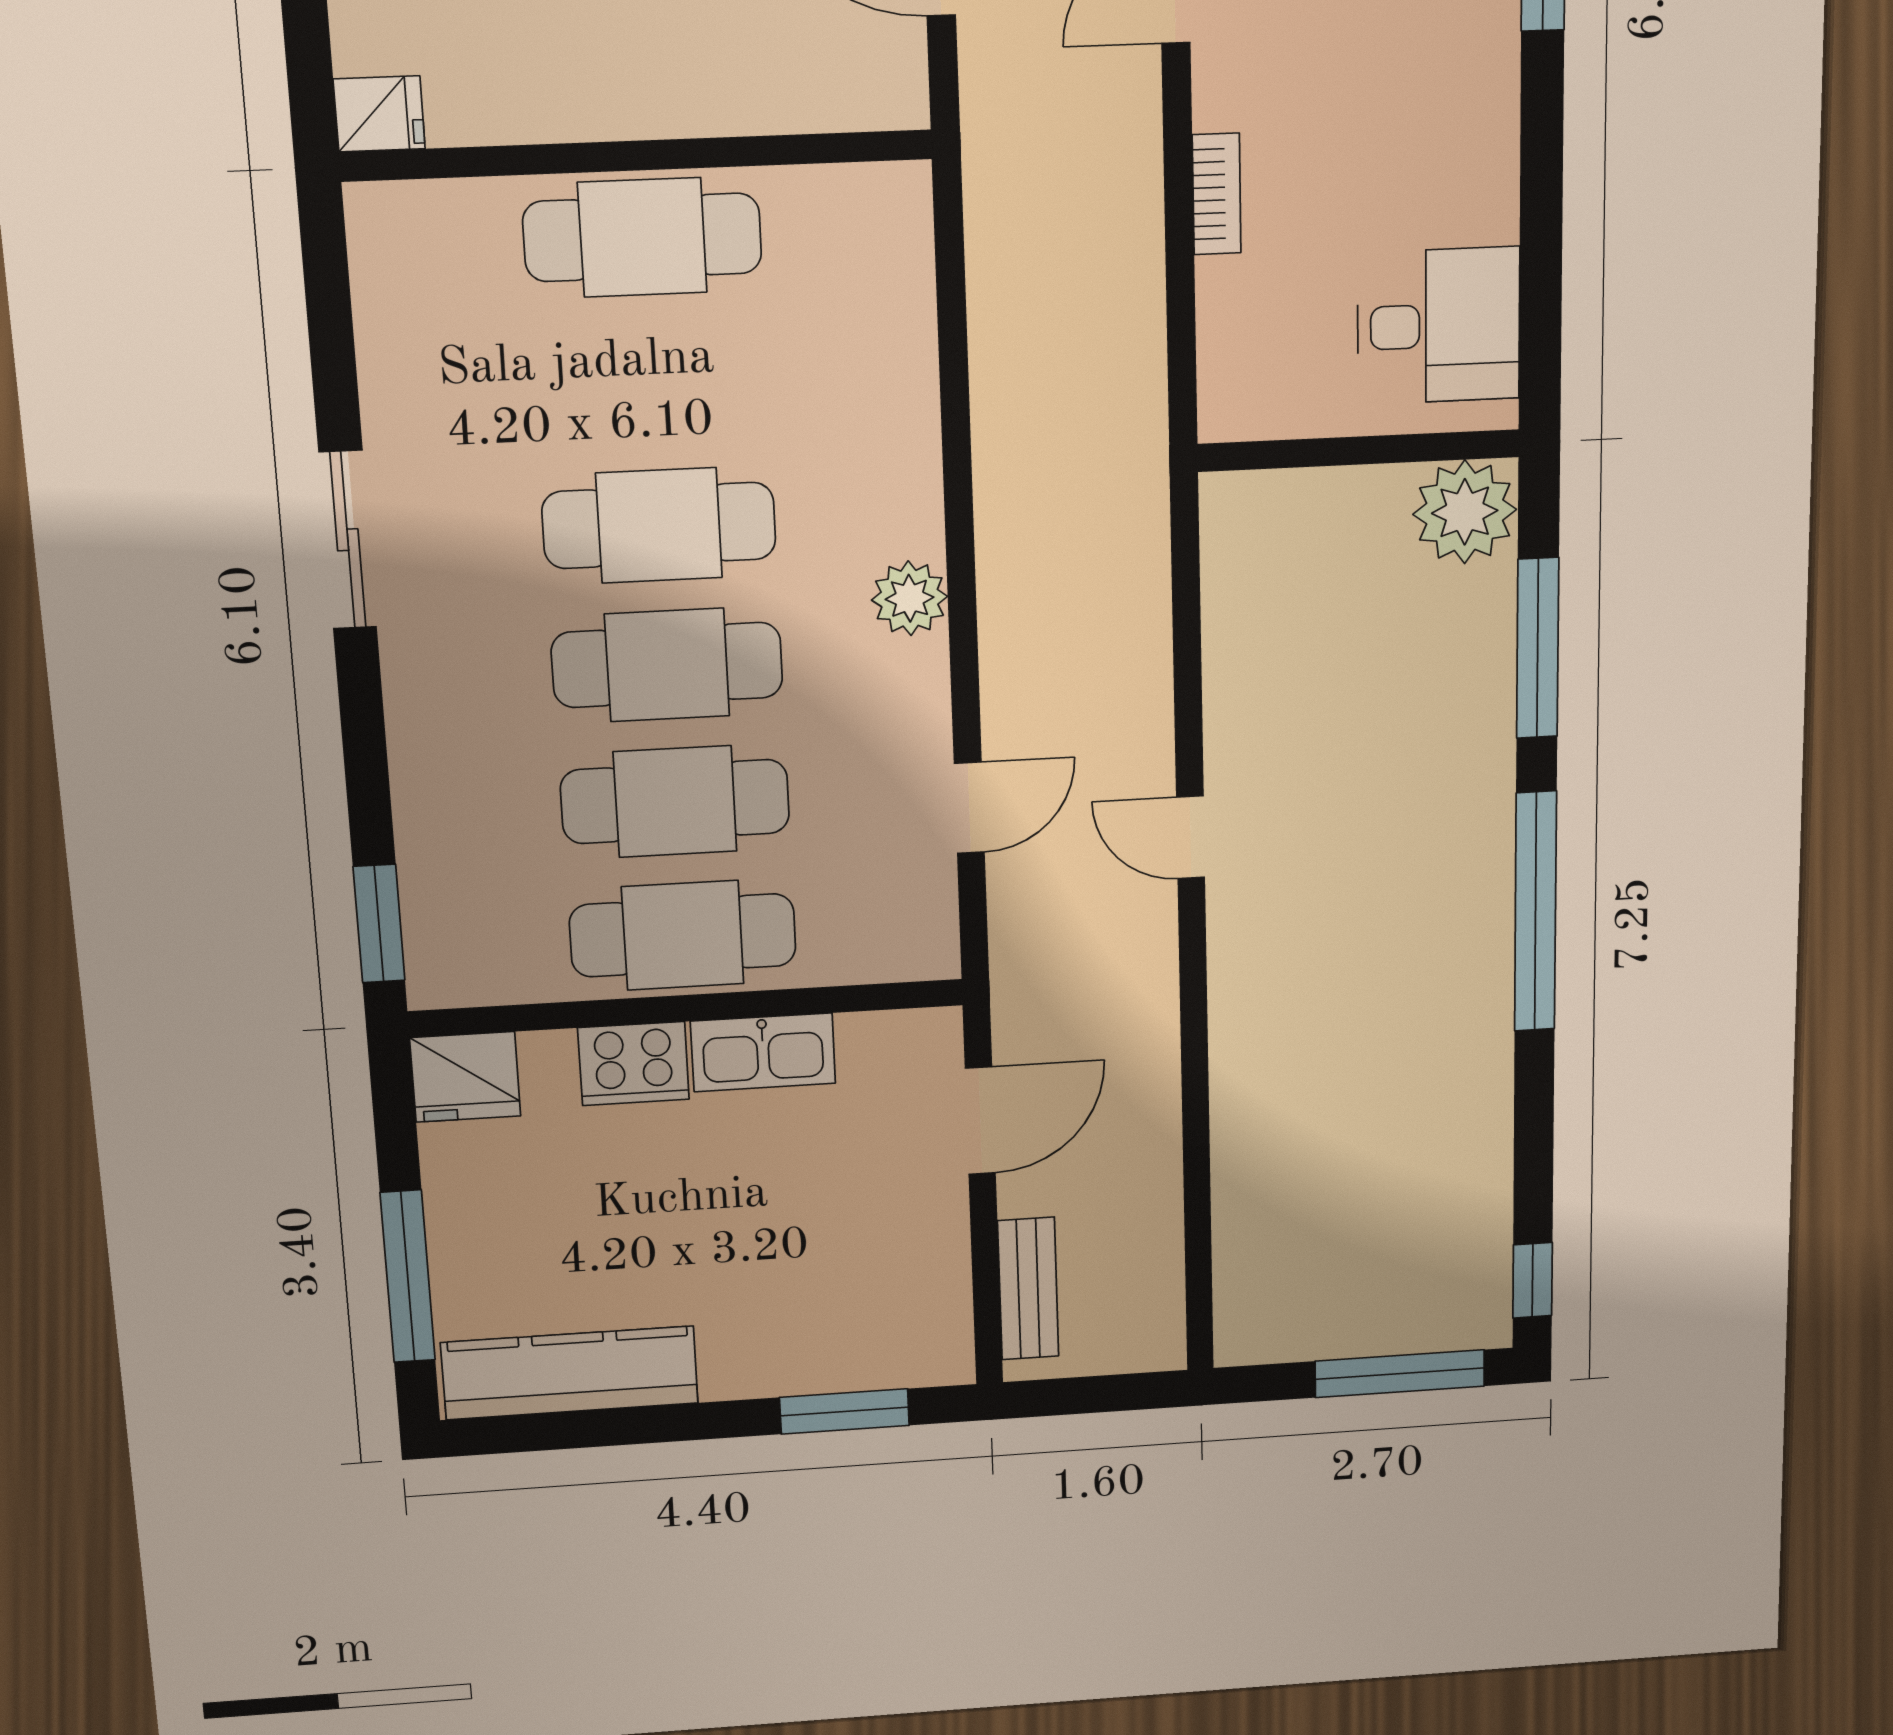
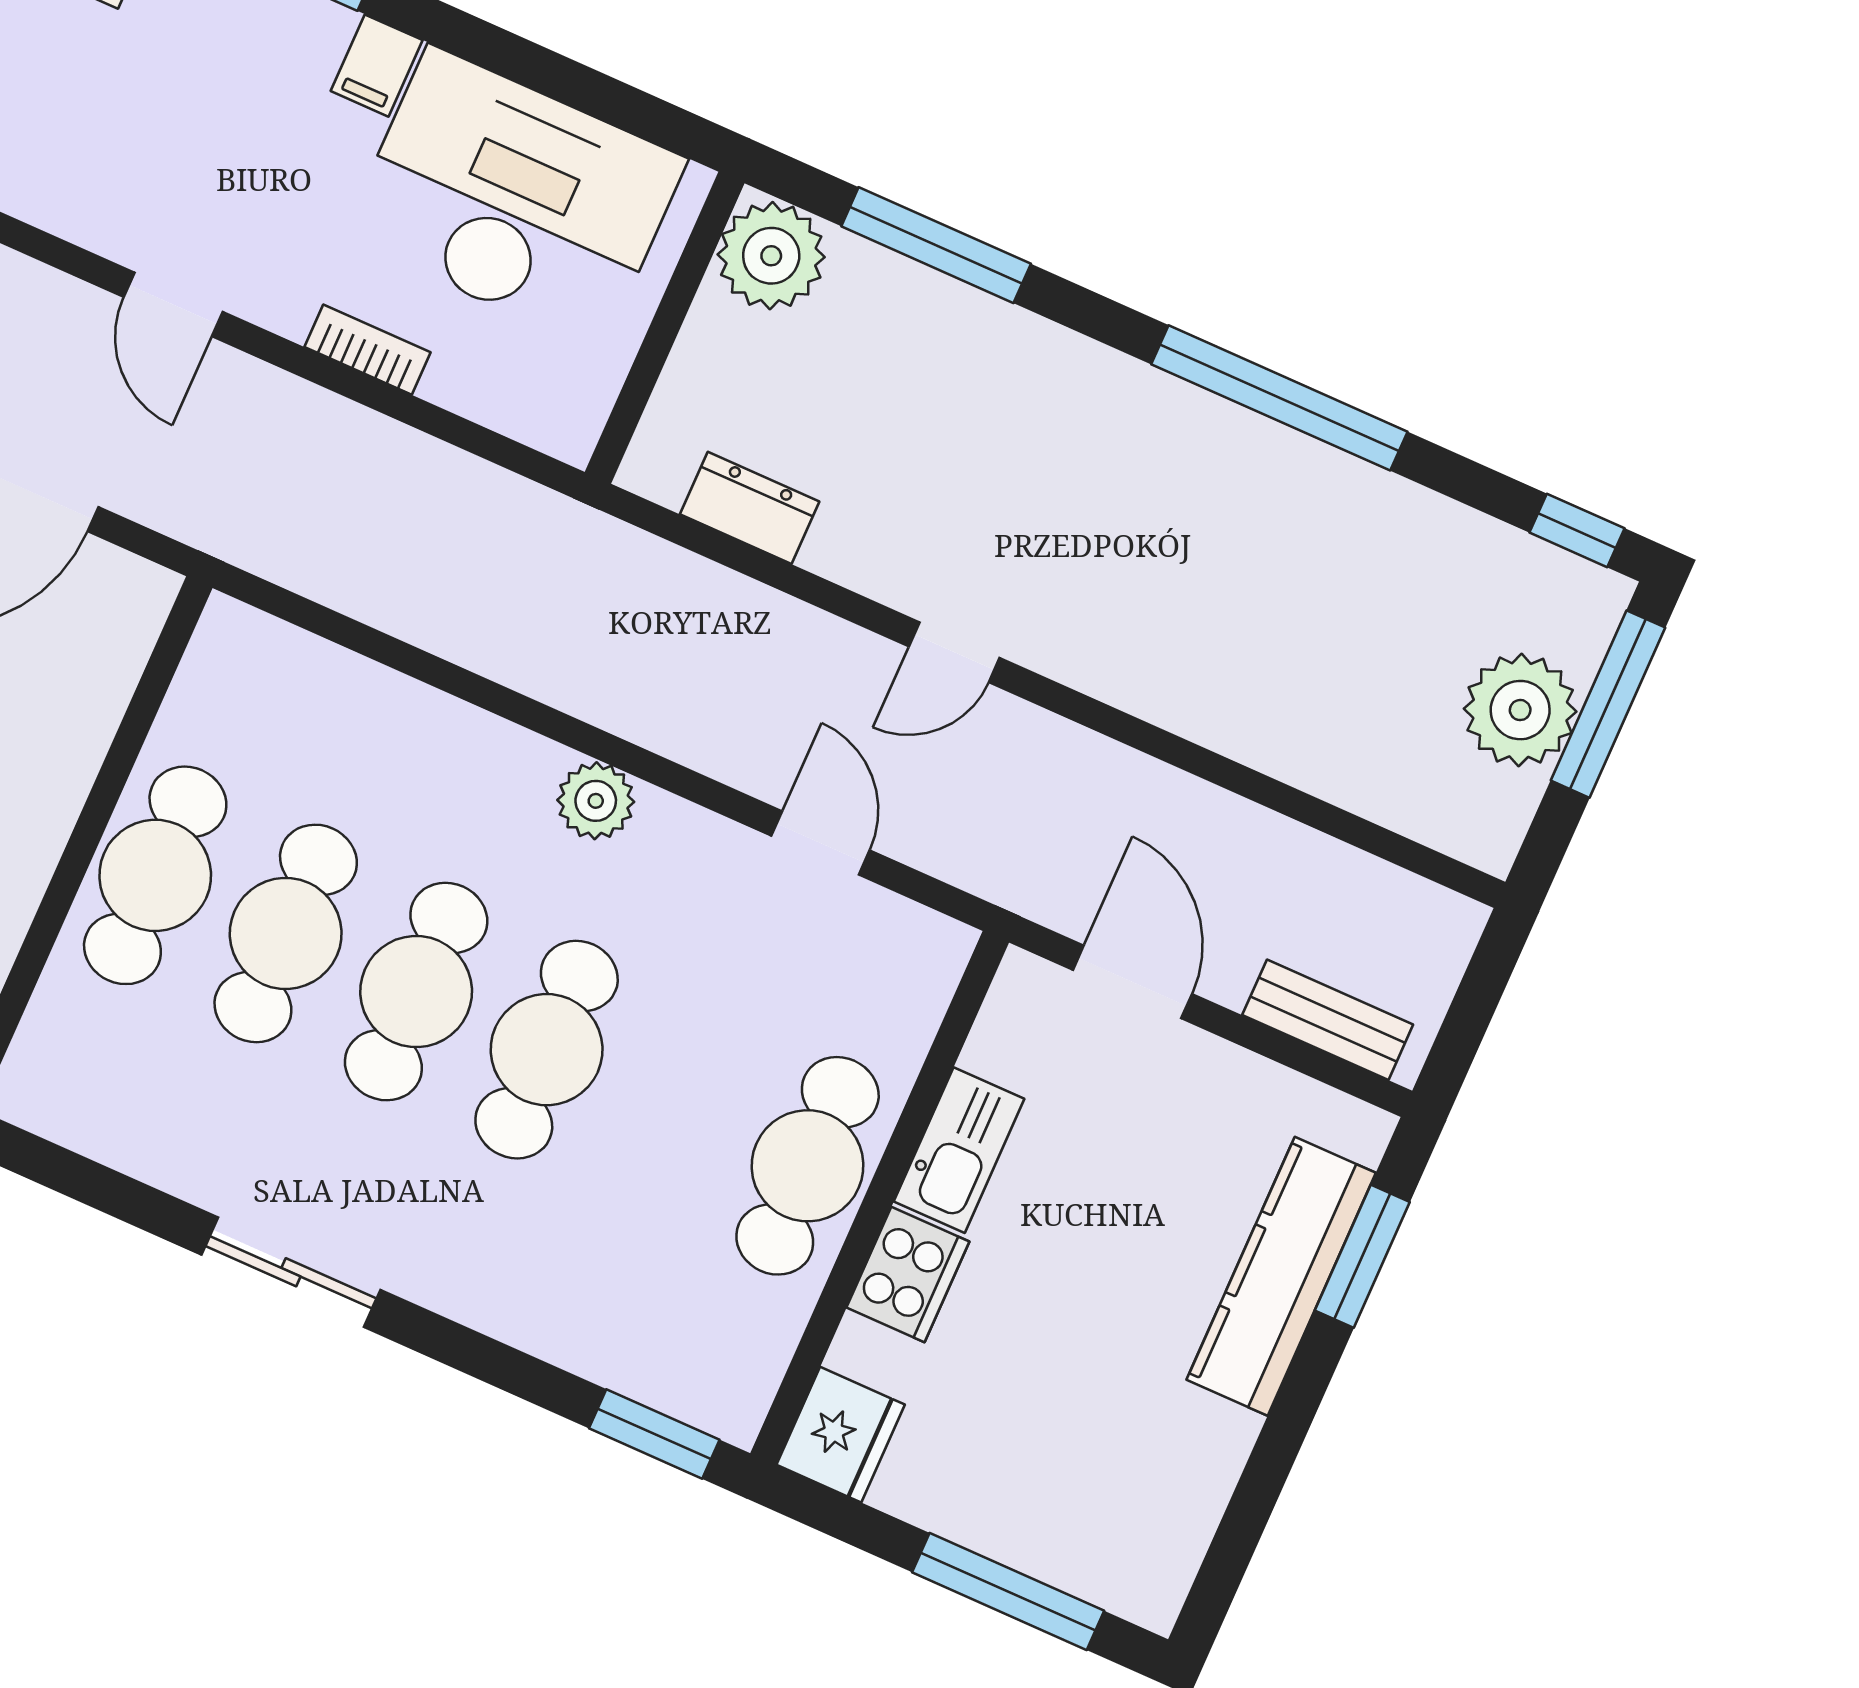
filing cabinet: (1479, 74) -> (377, 66), added
desk: (1439, 326) -> (515, 198), width x1.87, depth x1.30
dresser: (1234, 603) -> (750, 508), added
cafe table: (675, 802) -> (286, 933), moved
window: (1535, 912) -> (1279, 398), moved
plant: (1362, 1310) -> (1520, 710), added
kitchen counter: (570, 1373) -> (1281, 1276), moved

